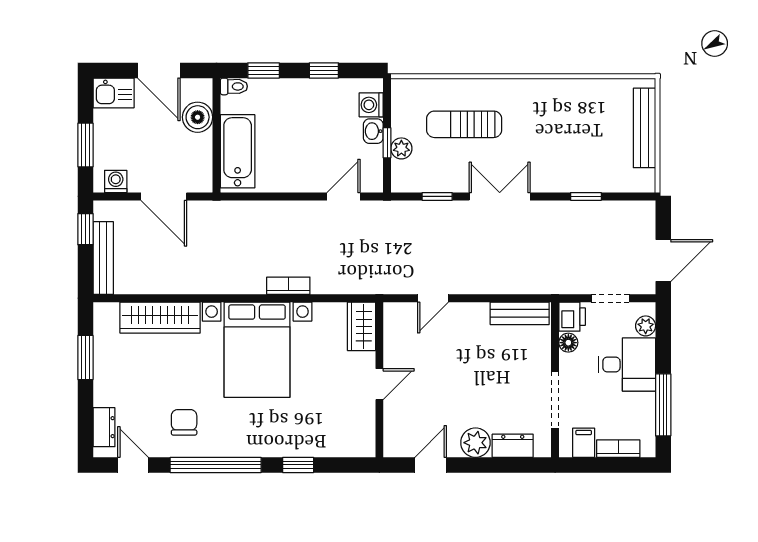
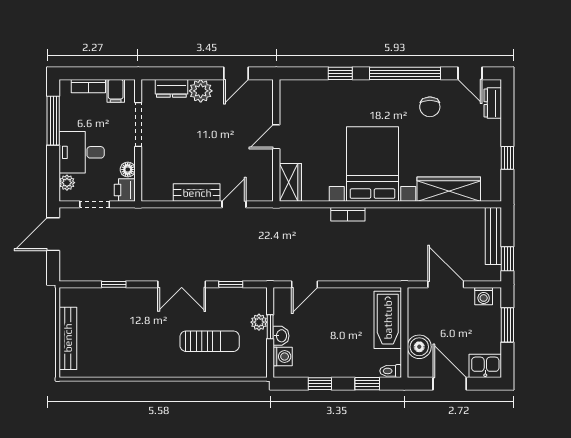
bench: (520, 313) -> (197, 193), moved
window: (85, 357) -> (507, 158), width x0.67

